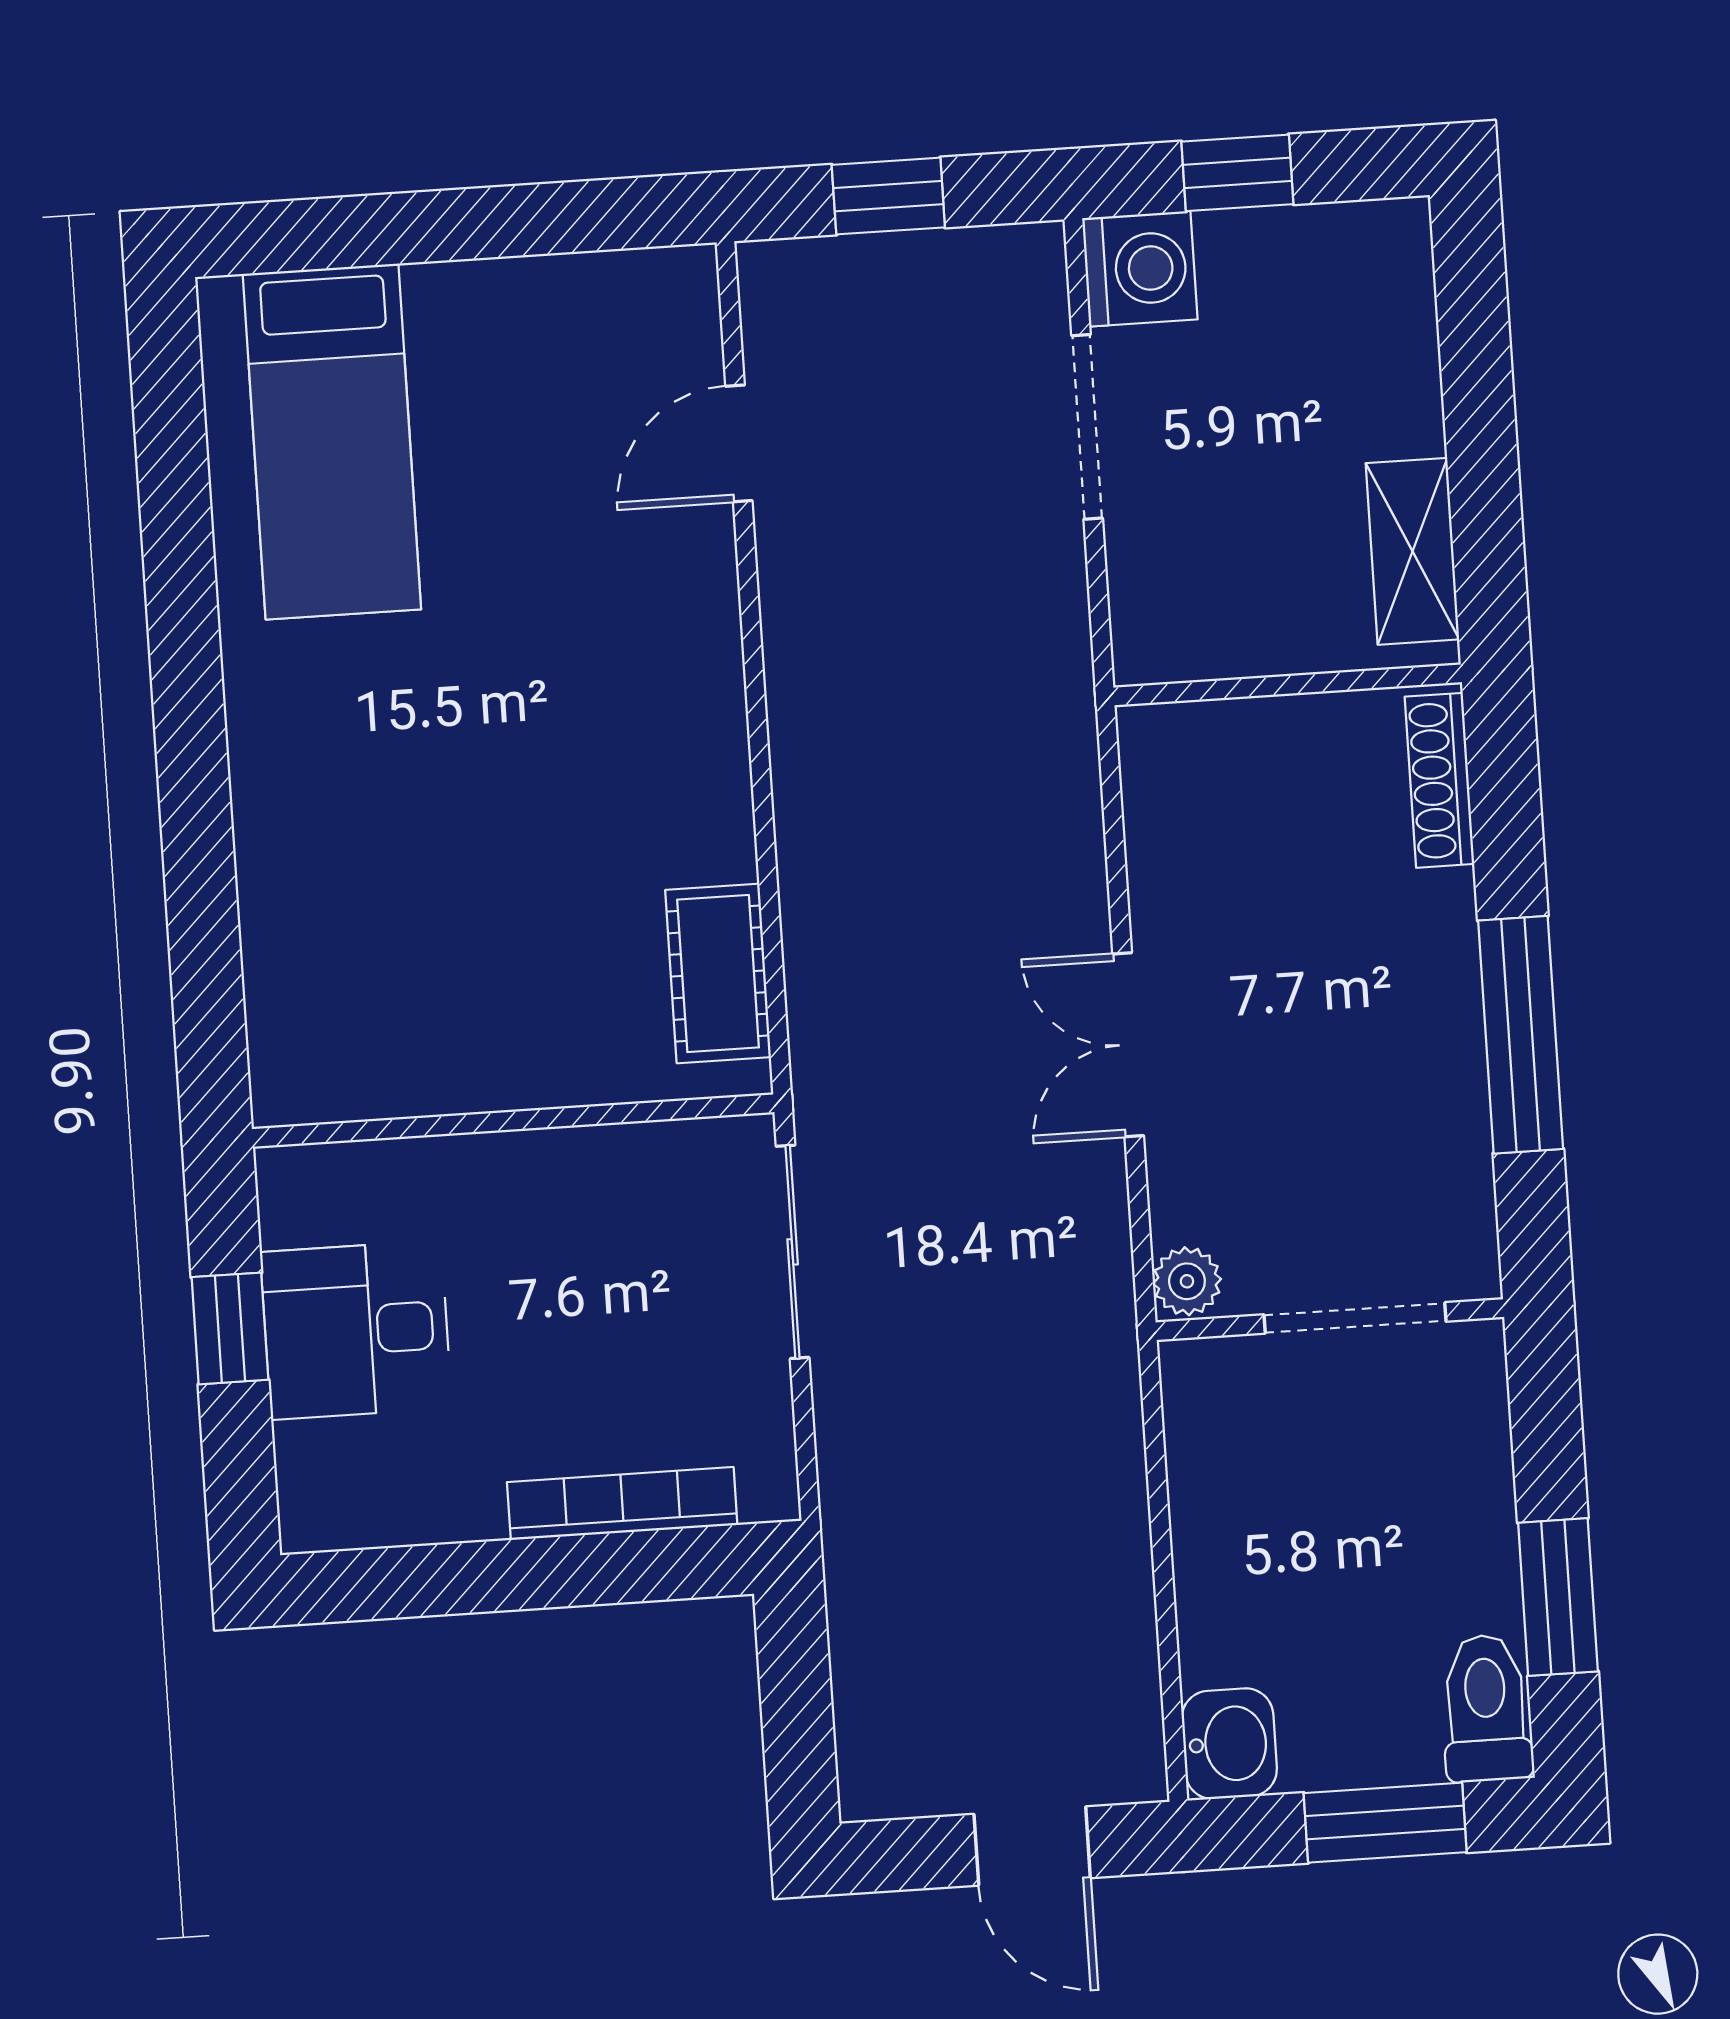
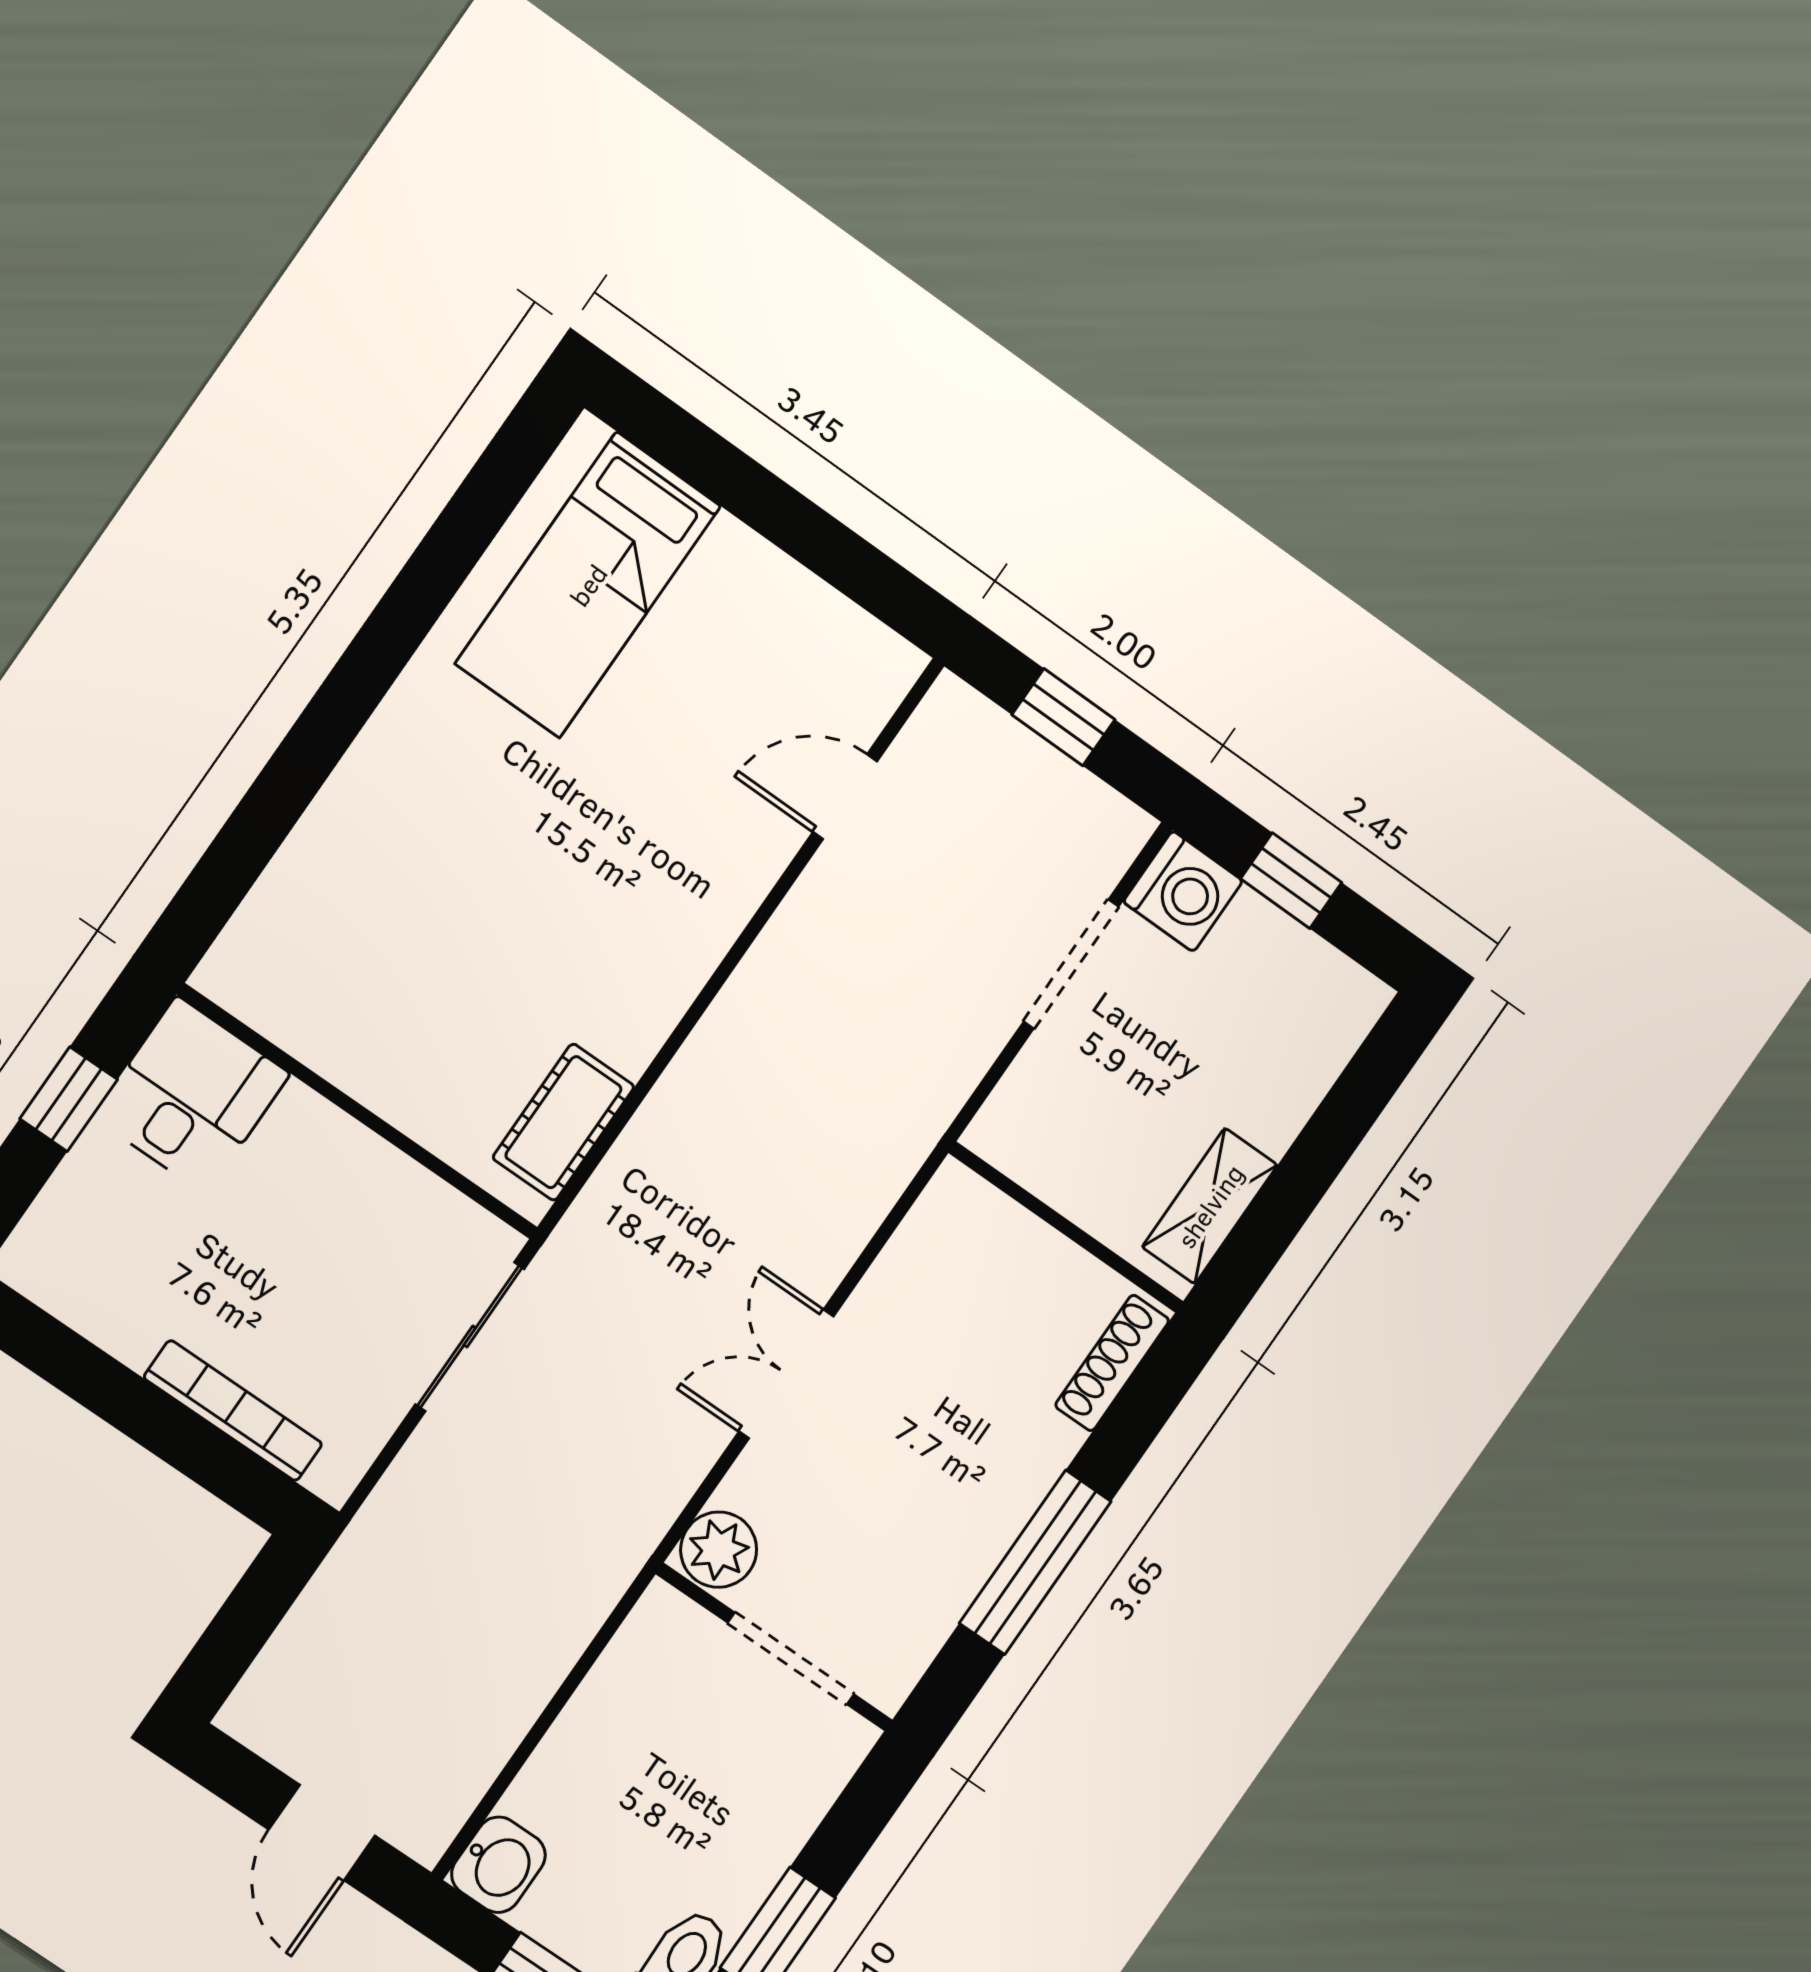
plant: (1187, 1281) -> (719, 1550), width x1.38, depth x1.38
desk: (356, 1330) -> (191, 1095), moved, turned 90

